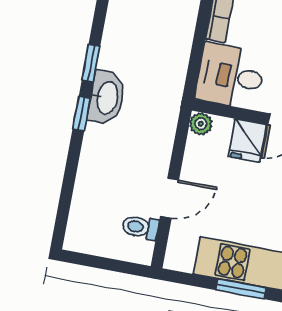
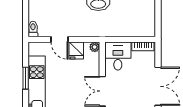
fridge: (247, 140) -> (76, 50), moved, turned -90
toilet: (140, 227) -> (33, 29), moved

